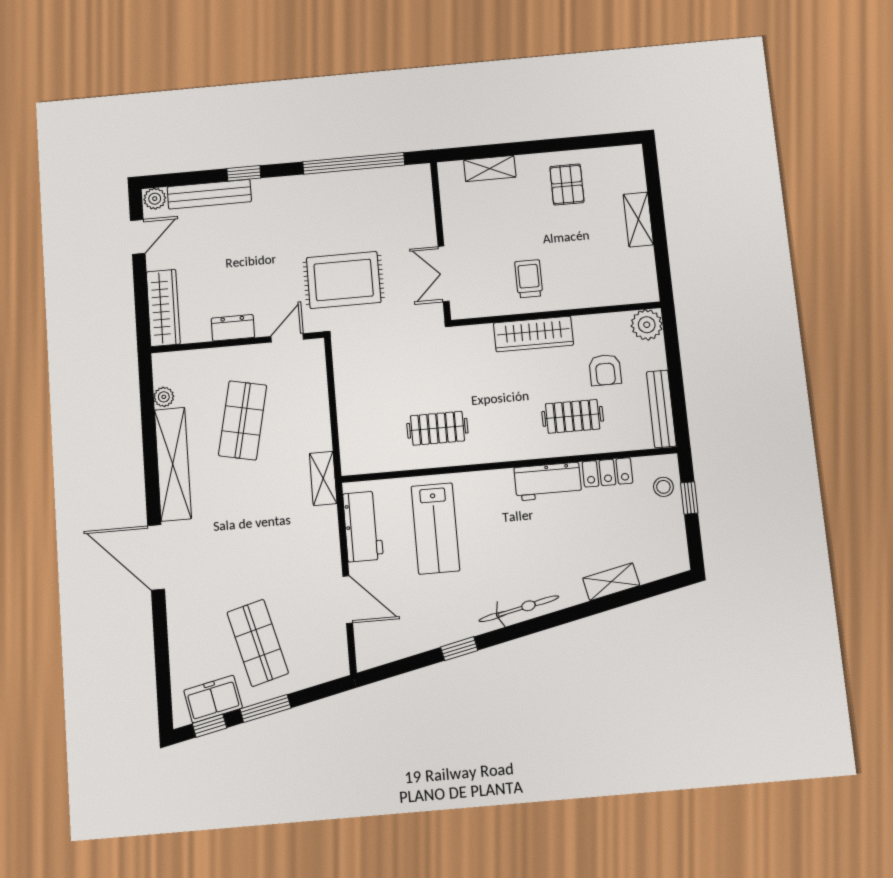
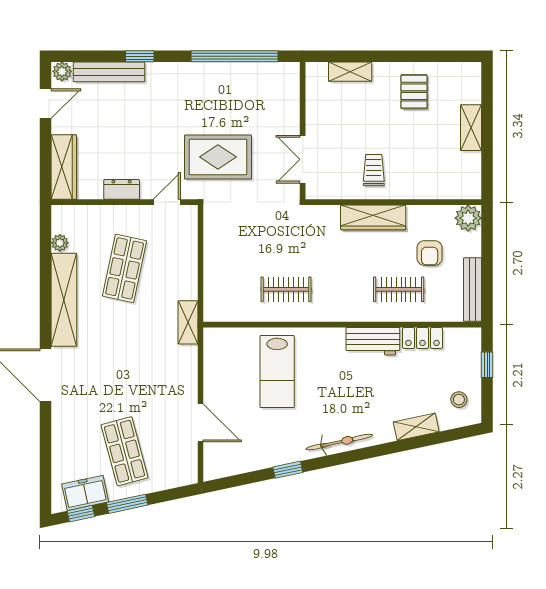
stool: (663, 487) -> (459, 400), moved
workbench: (363, 526) -> (218, 365), removed

